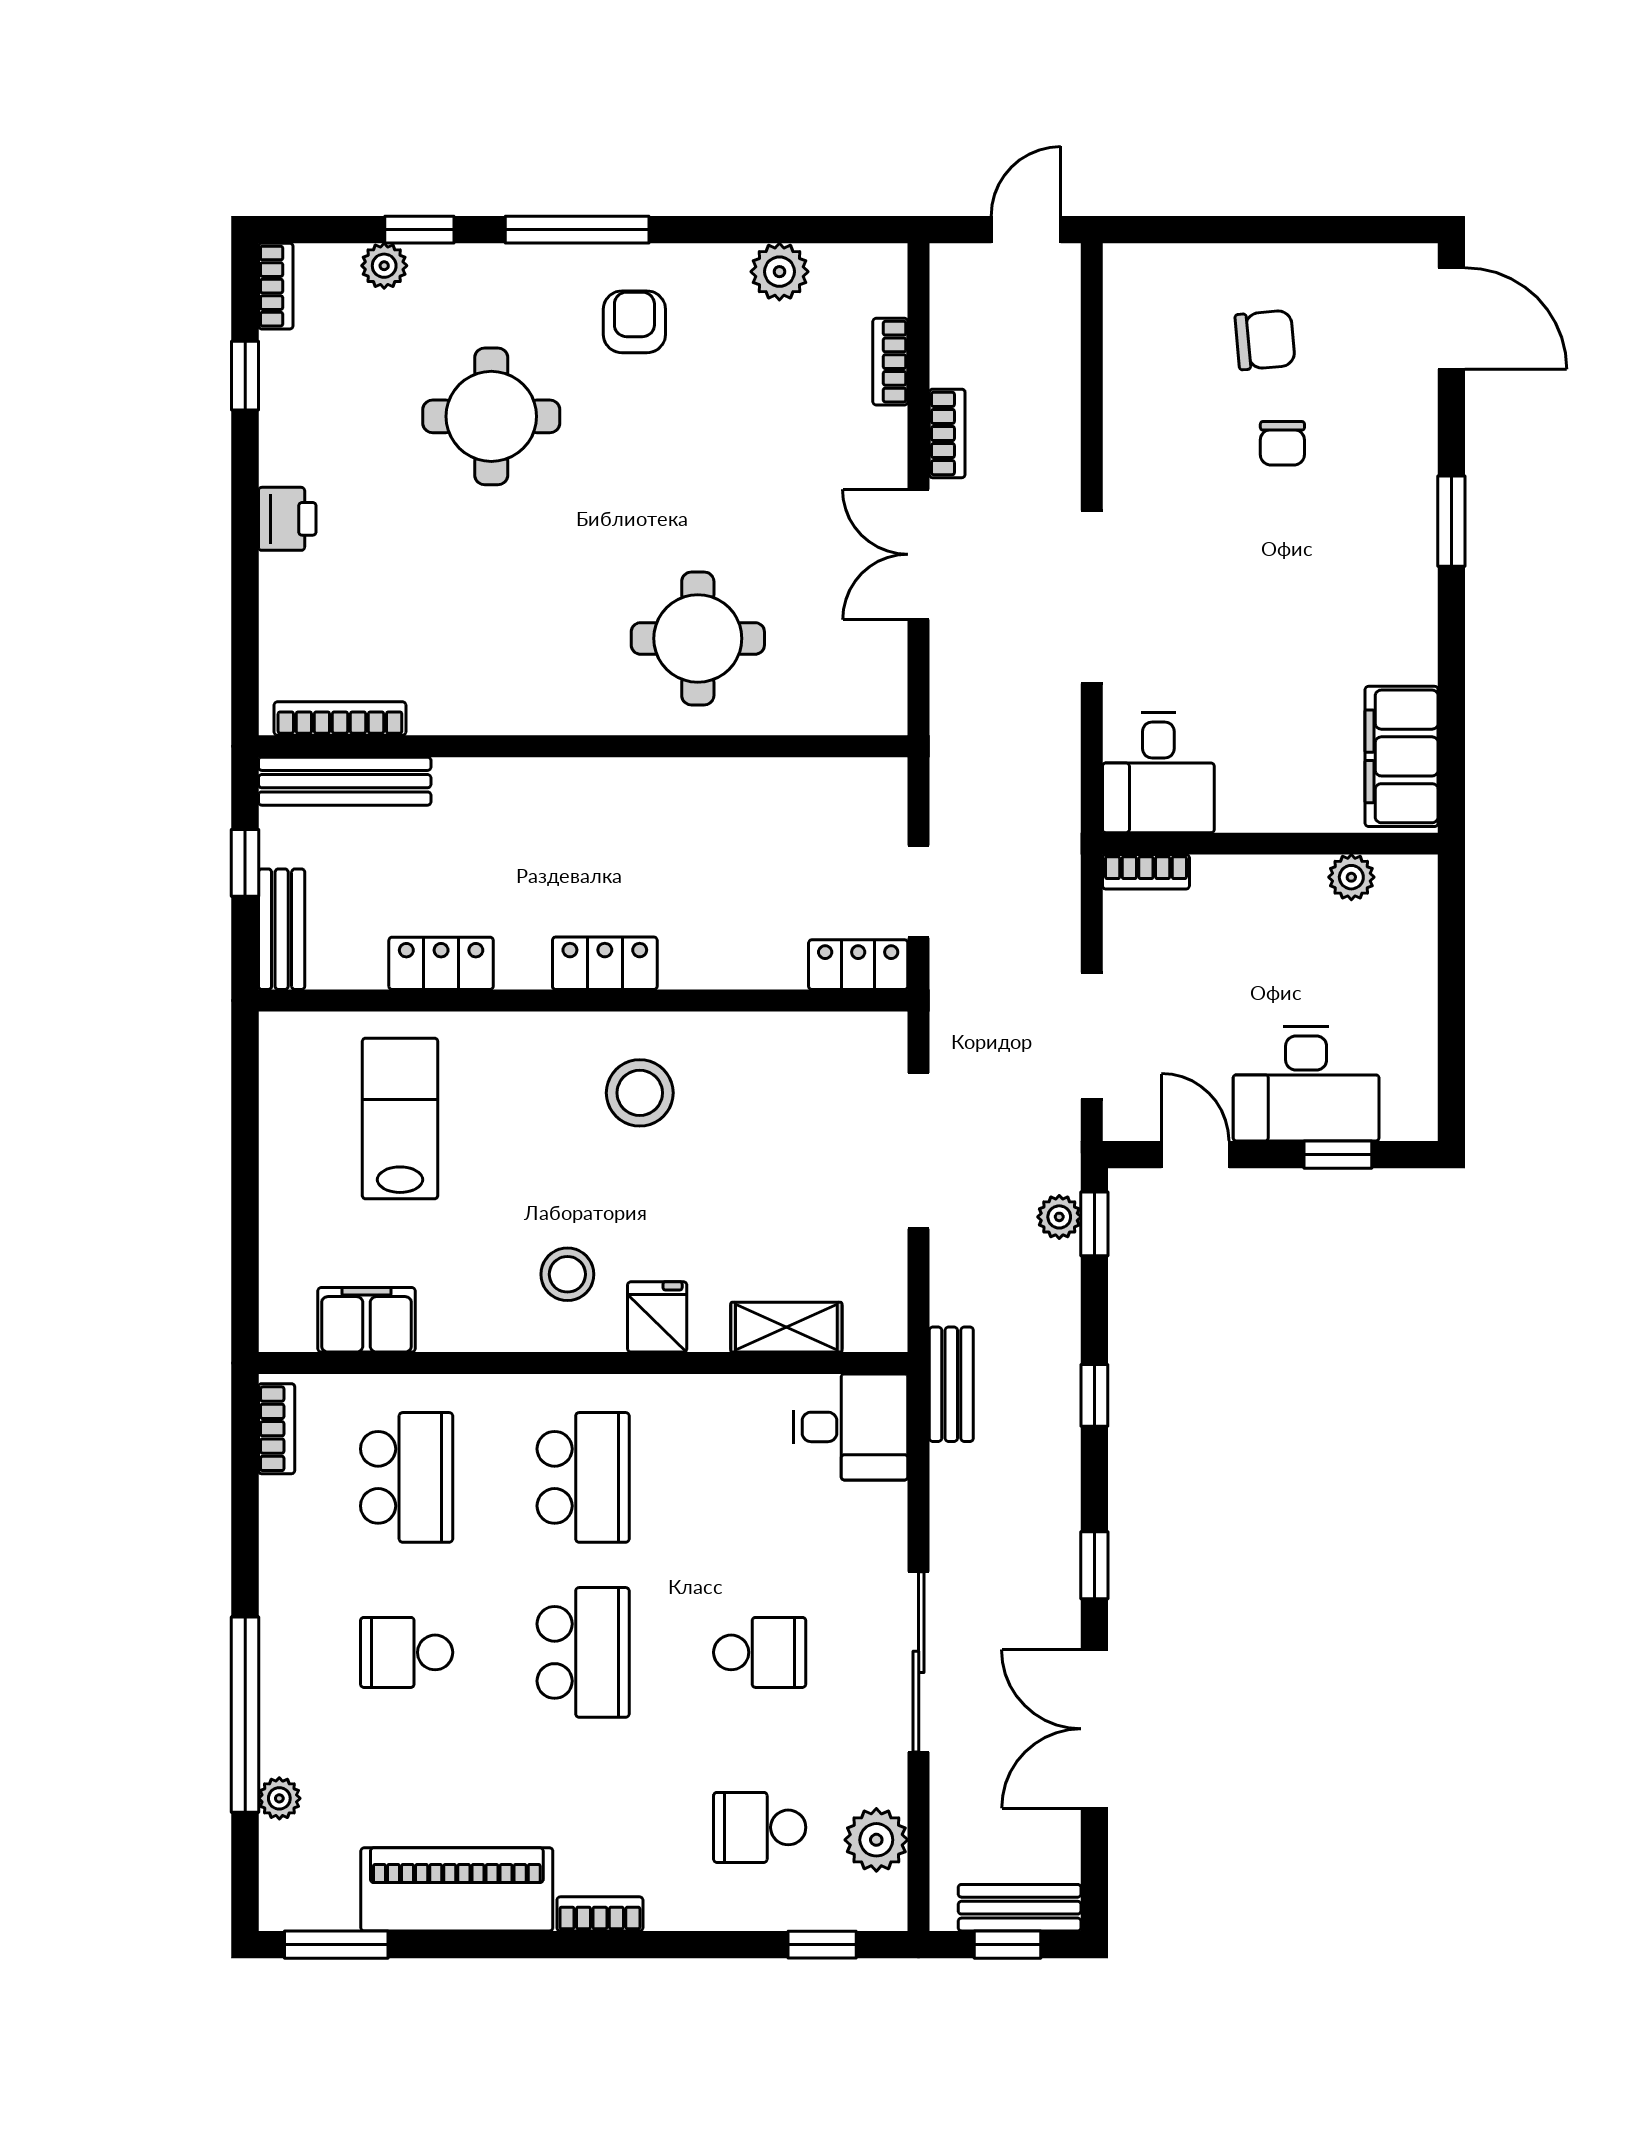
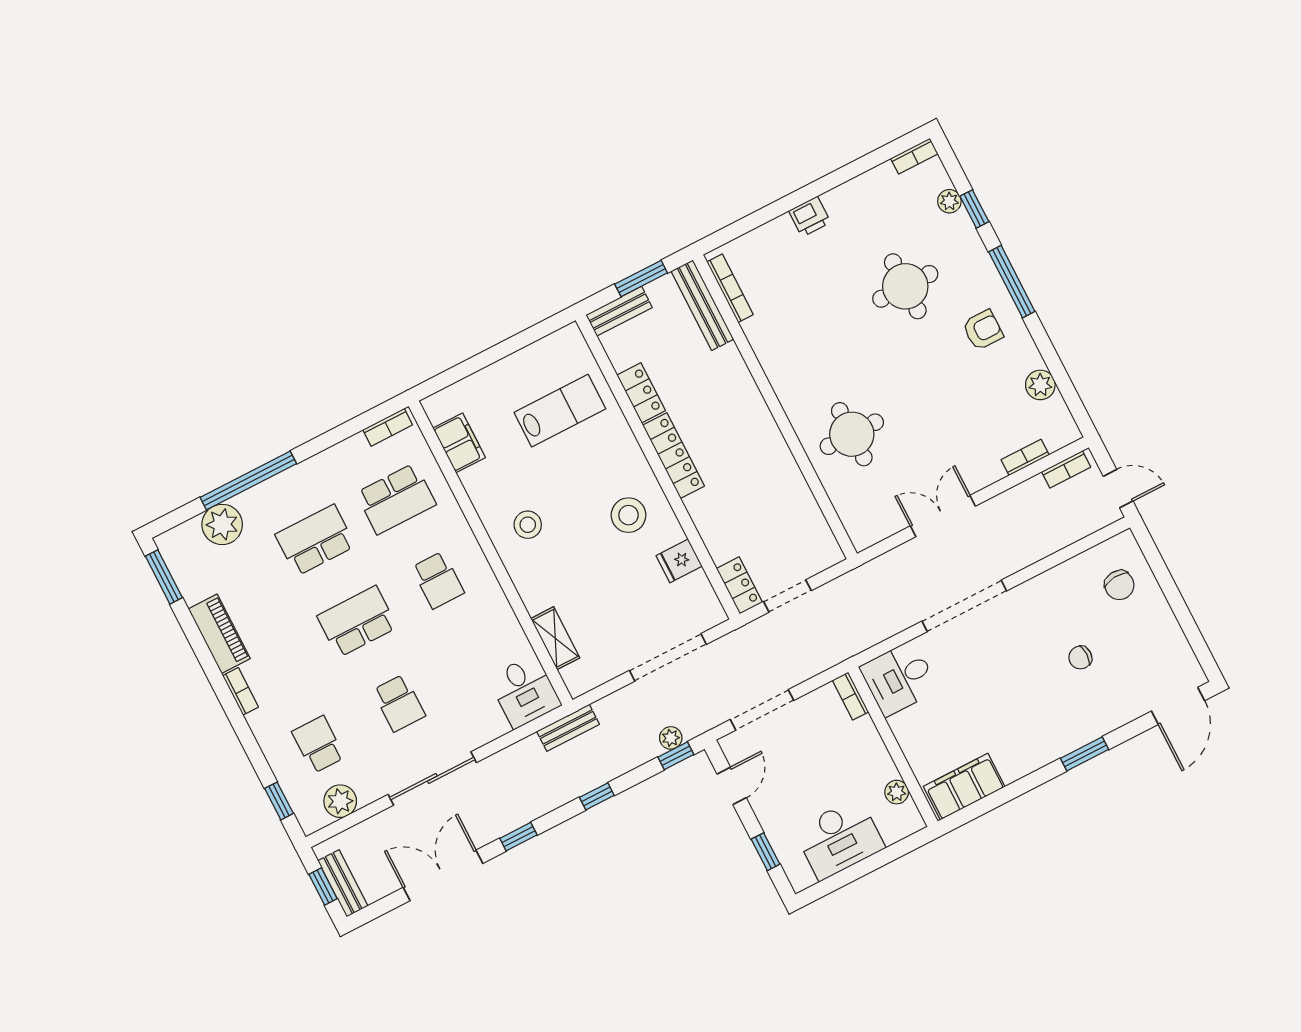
chair: (1265, 340) -> (1119, 585), moved
window: (245, 376) -> (866, 163), removed
bookcase: (947, 433) -> (1066, 469), moved
window: (245, 863) -> (641, 279), width x1.50
locker: (605, 963) -> (673, 456), width x1.53
desk: (1306, 1084) -> (839, 839), moved, turned -90
fridge: (657, 1317) -> (679, 561), moved, turned 180
school desk: (583, 1477) -> (438, 580), width x0.54
school desk: (407, 1652) -> (315, 540), width x1.85
school desk: (583, 1652) -> (357, 622), turned 180
plant: (279, 1798) -> (222, 524), width x1.87, depth x1.87
piano: (457, 1889) -> (219, 634), width x0.73, depth x0.75

